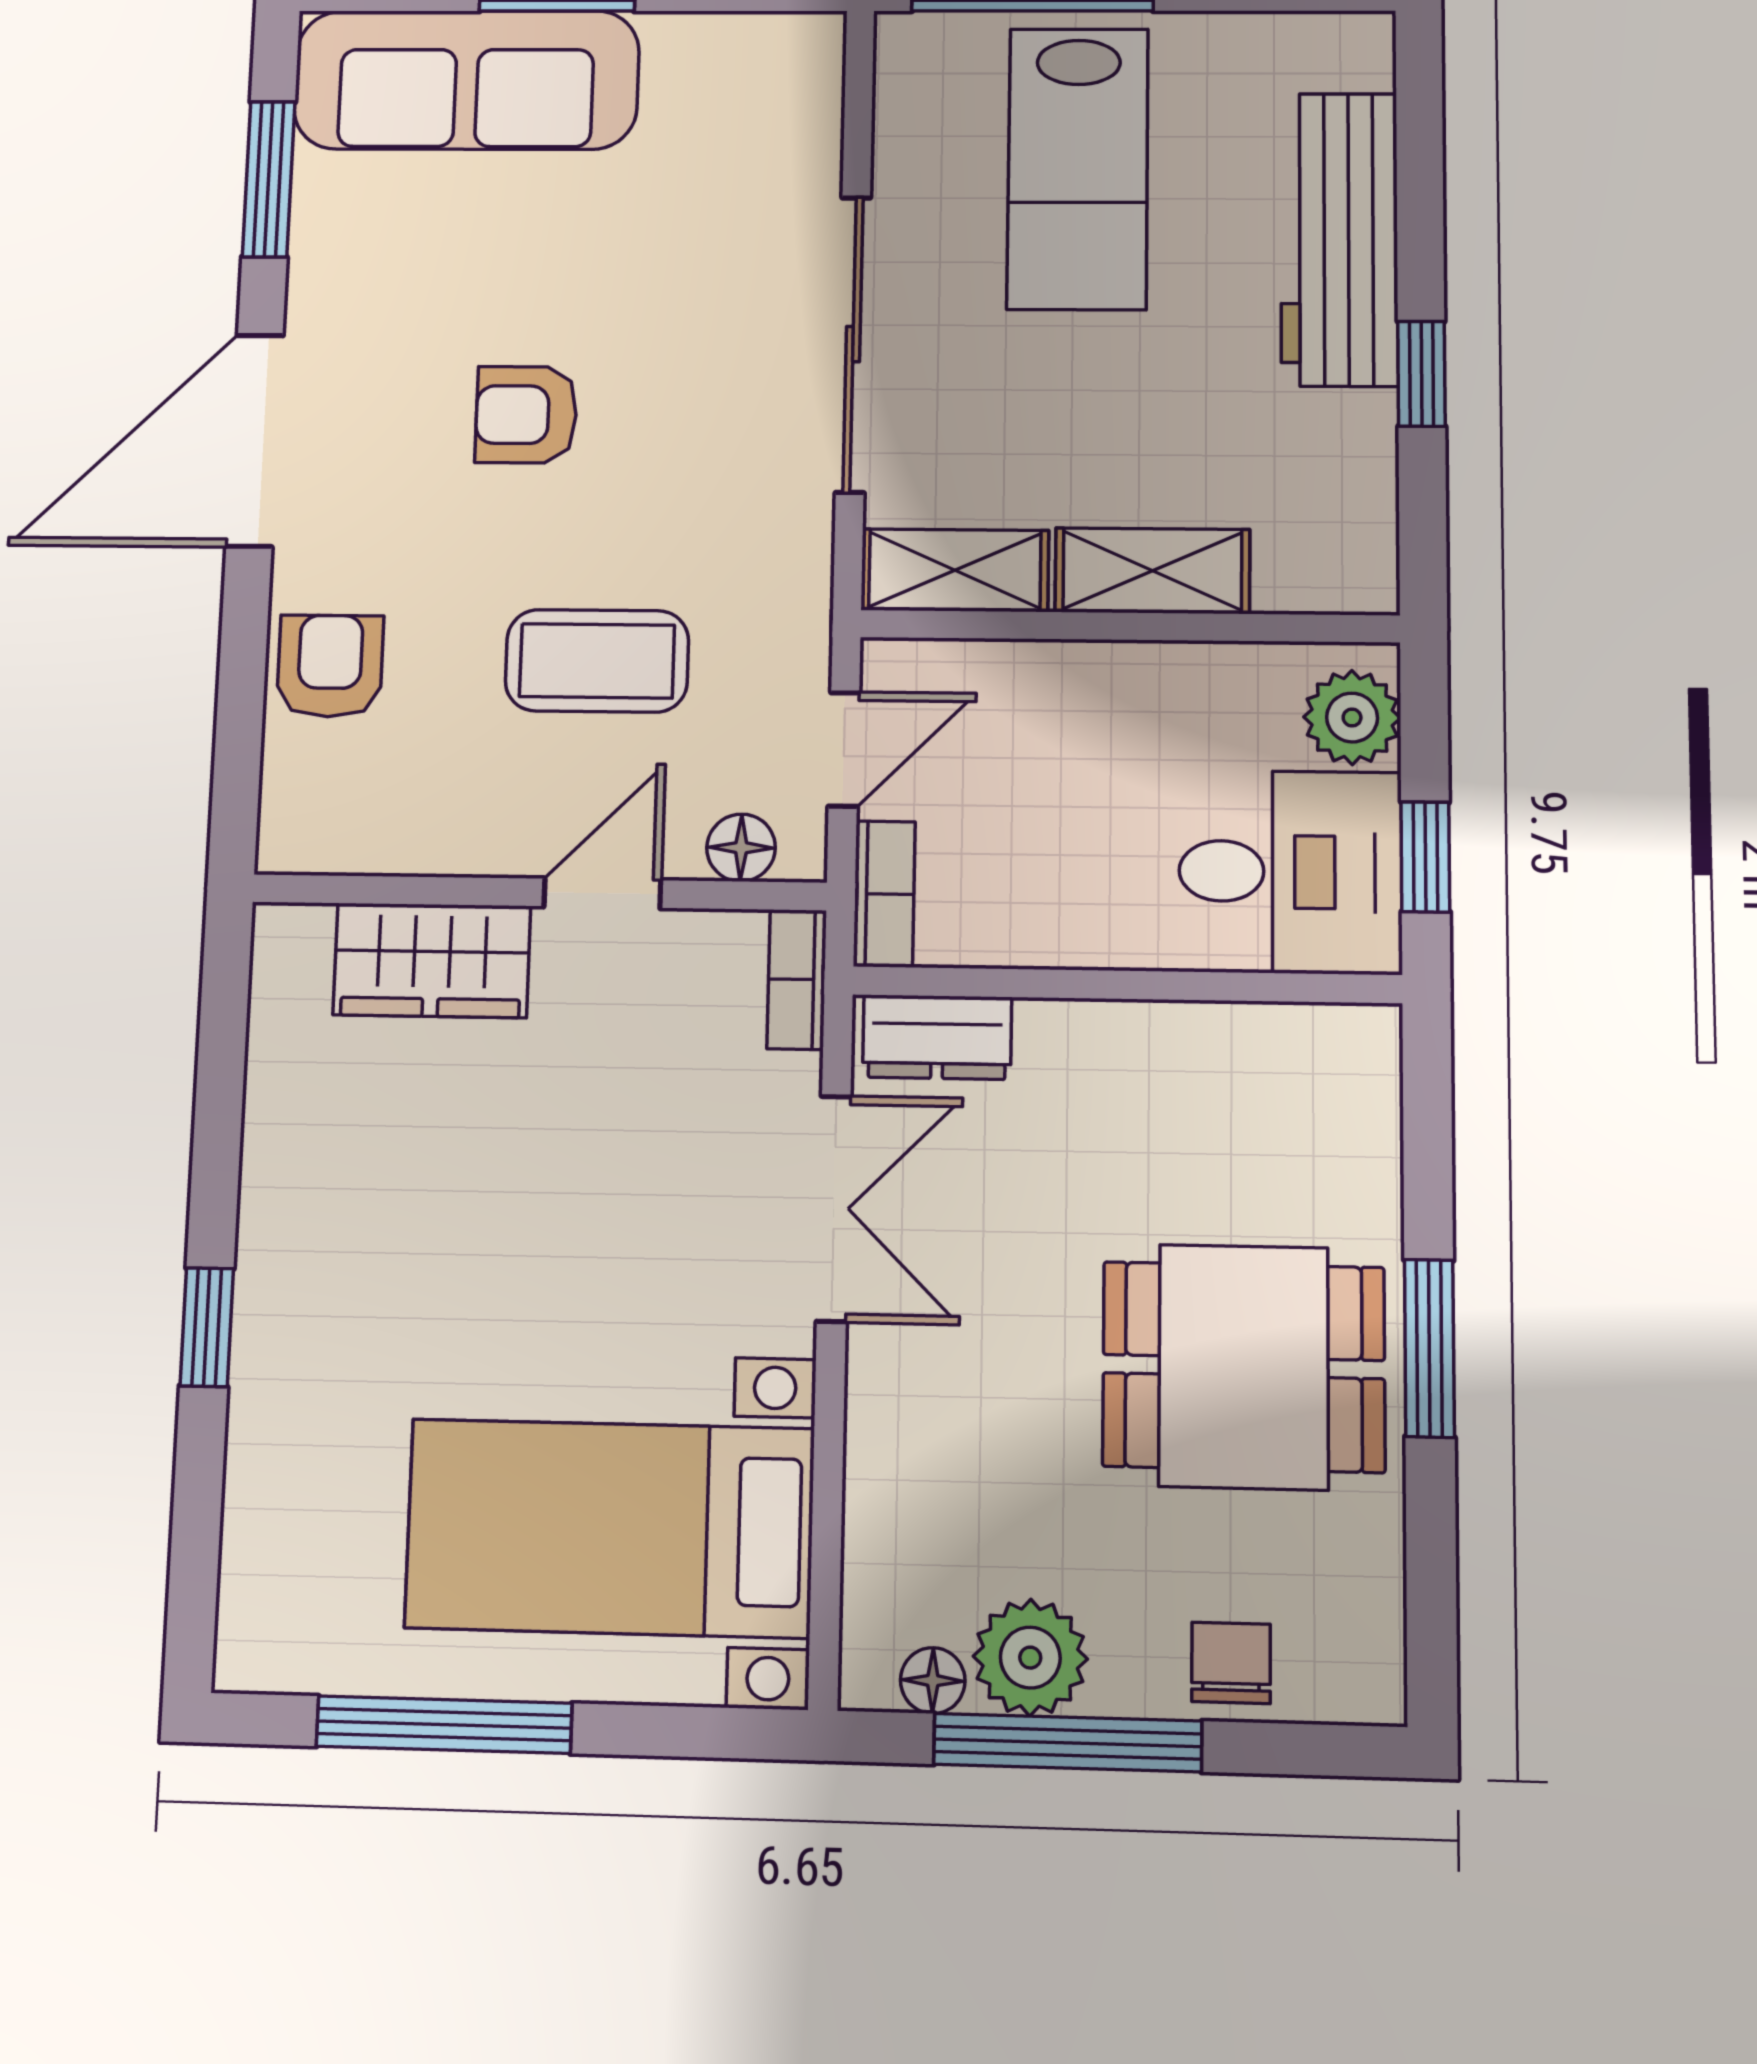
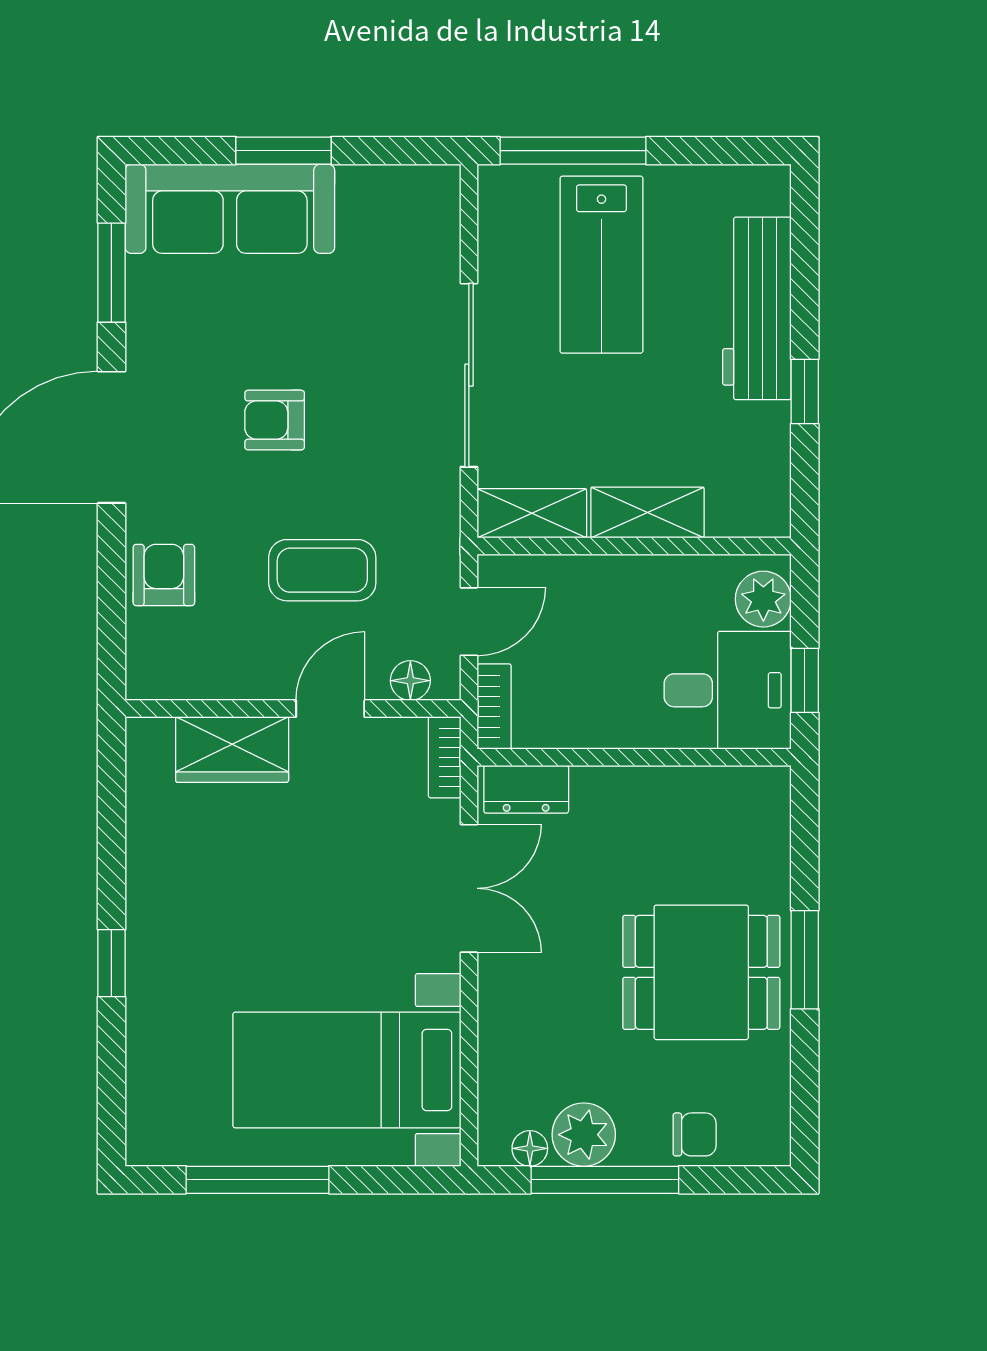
chair: (1231, 1663) -> (695, 1134), turned 90

